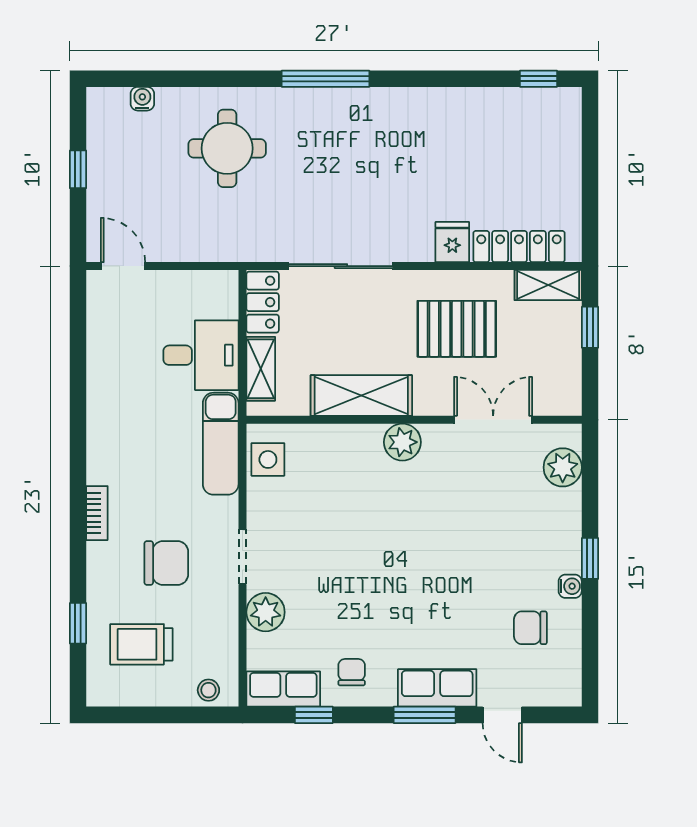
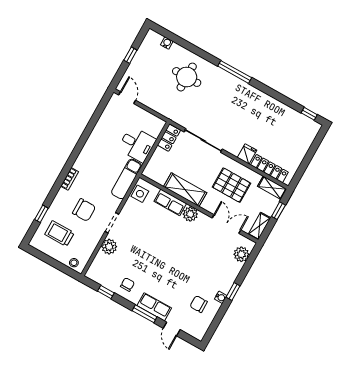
shelving: (261, 369) -> (259, 226), moved
row of seats: (283, 689) -> (170, 202), moved, turned 180

